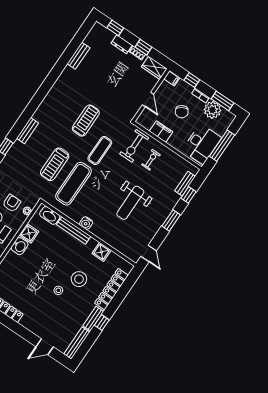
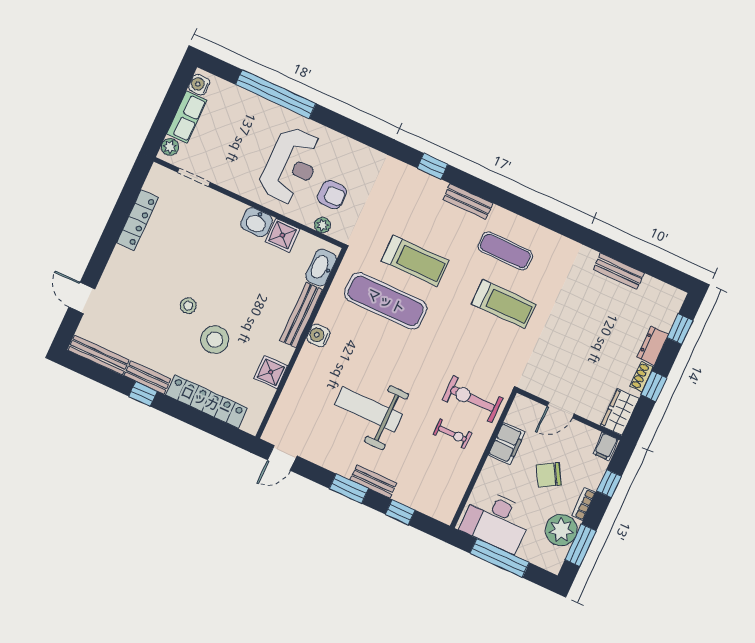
exercise mat: (100, 150) -> (505, 251), moved
treadmill: (55, 164) -> (415, 261), turned 180
bench: (185, 184) -> (373, 481), moved

